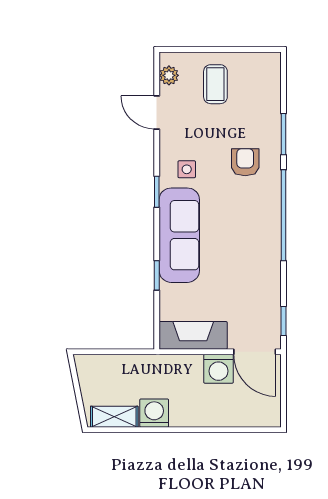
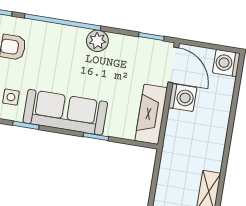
plant: (268, 259) -> (97, 41), added
door: (255, 352) -> (173, 65), hinge flipped
washing machine: (154, 413) -> (226, 63), moved

